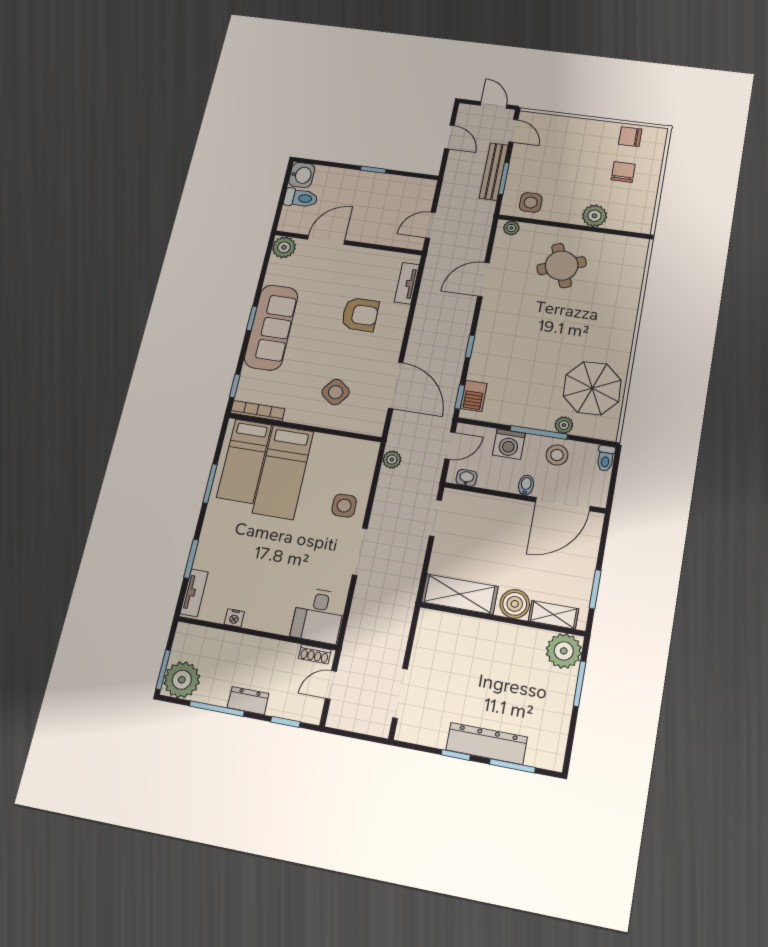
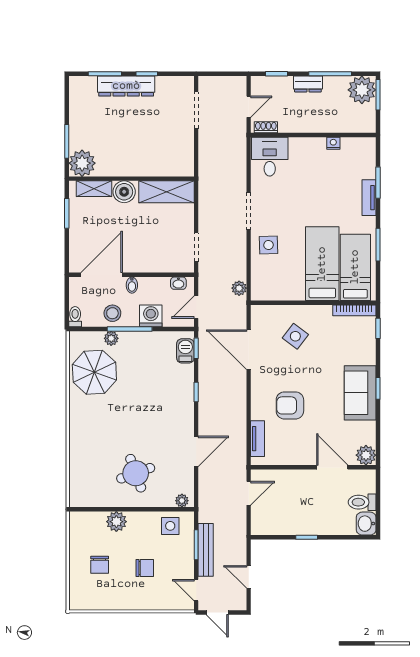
chair: (630, 137) -> (145, 568), moved
door: (326, 240) -> (332, 467), swing flipped
sofa: (271, 327) -> (360, 393), width x0.73
tv unit: (194, 593) -> (369, 198), moved

